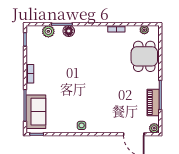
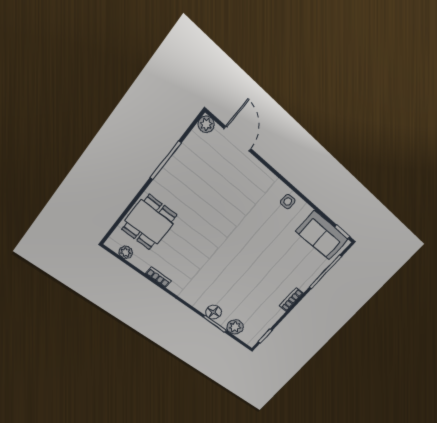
piano: (153, 103) -> (182, 158), removed
sofa: (36, 112) -> (322, 235), moved, turned -90

